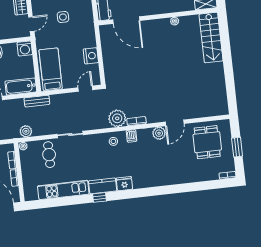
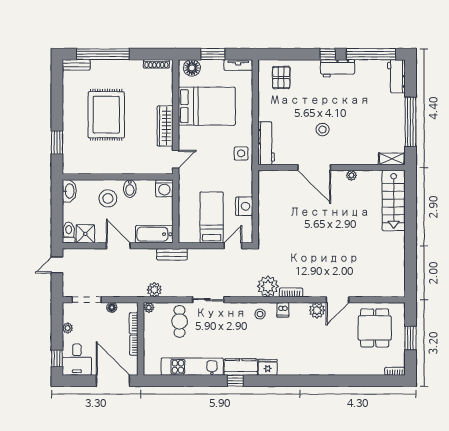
side table: (63, 17) -> (241, 153), moved
door: (126, 20) -> (314, 167), moved
bed: (51, 69) -> (212, 217), moved

